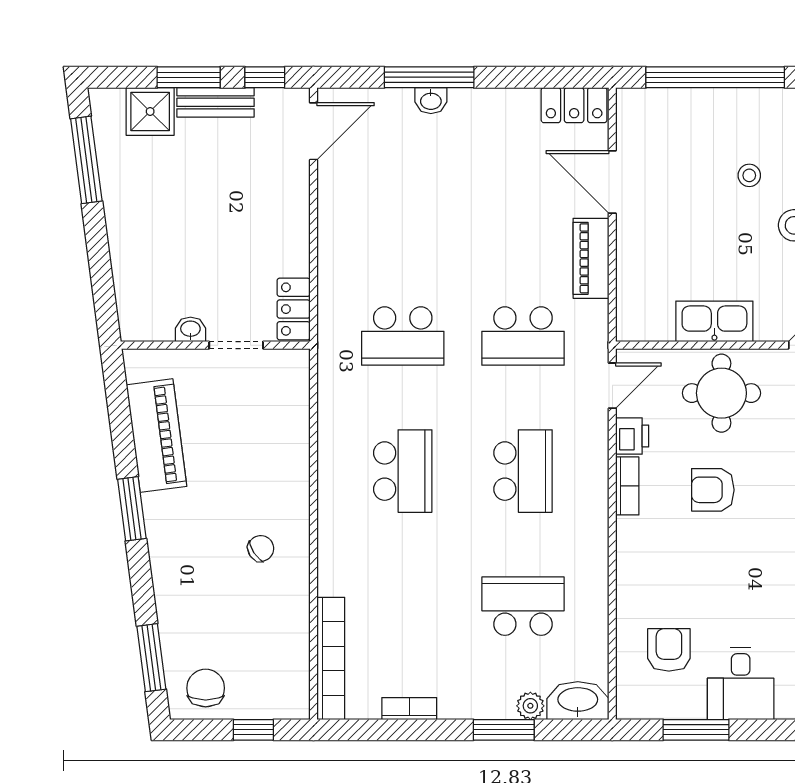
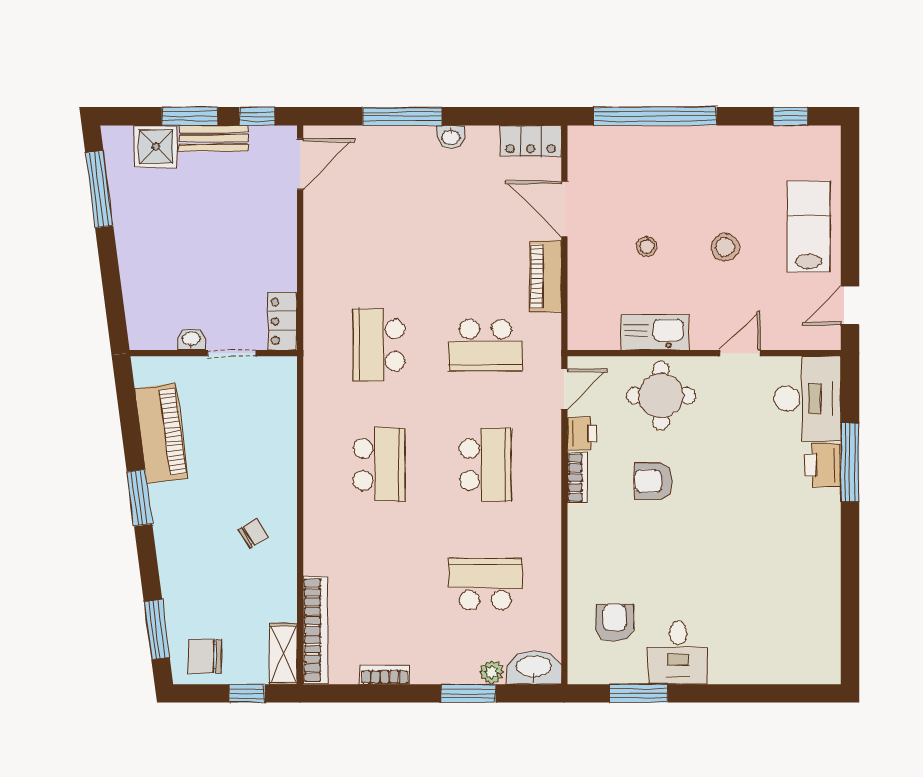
washbasin: (431, 101) -> (451, 137), moved
stool: (749, 175) -> (647, 247), moved
school desk: (403, 336) -> (379, 345), turned 90
shelving: (295, 685) -> (283, 654), added
chair: (206, 688) -> (205, 656), turned -90

